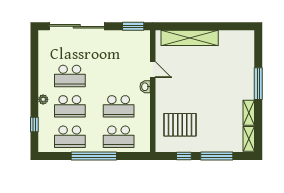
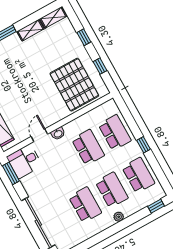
desk: (137, 44) -> (24, 161), added
window: (34, 124) -> (156, 206), moved
pallet: (180, 125) -> (74, 85), width x1.37, depth x1.41
window: (94, 156) -> (144, 145), width x0.32
window: (217, 156) -> (84, 37), width x0.46

